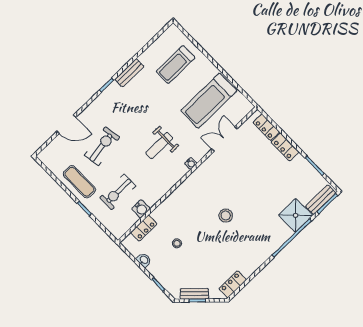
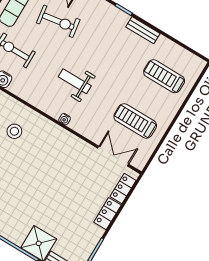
treadmill: (209, 101) -> (135, 121), width x0.73, depth x0.73
double door: (224, 139) -> (113, 156), moved
stool: (226, 216) -> (14, 131), moved

